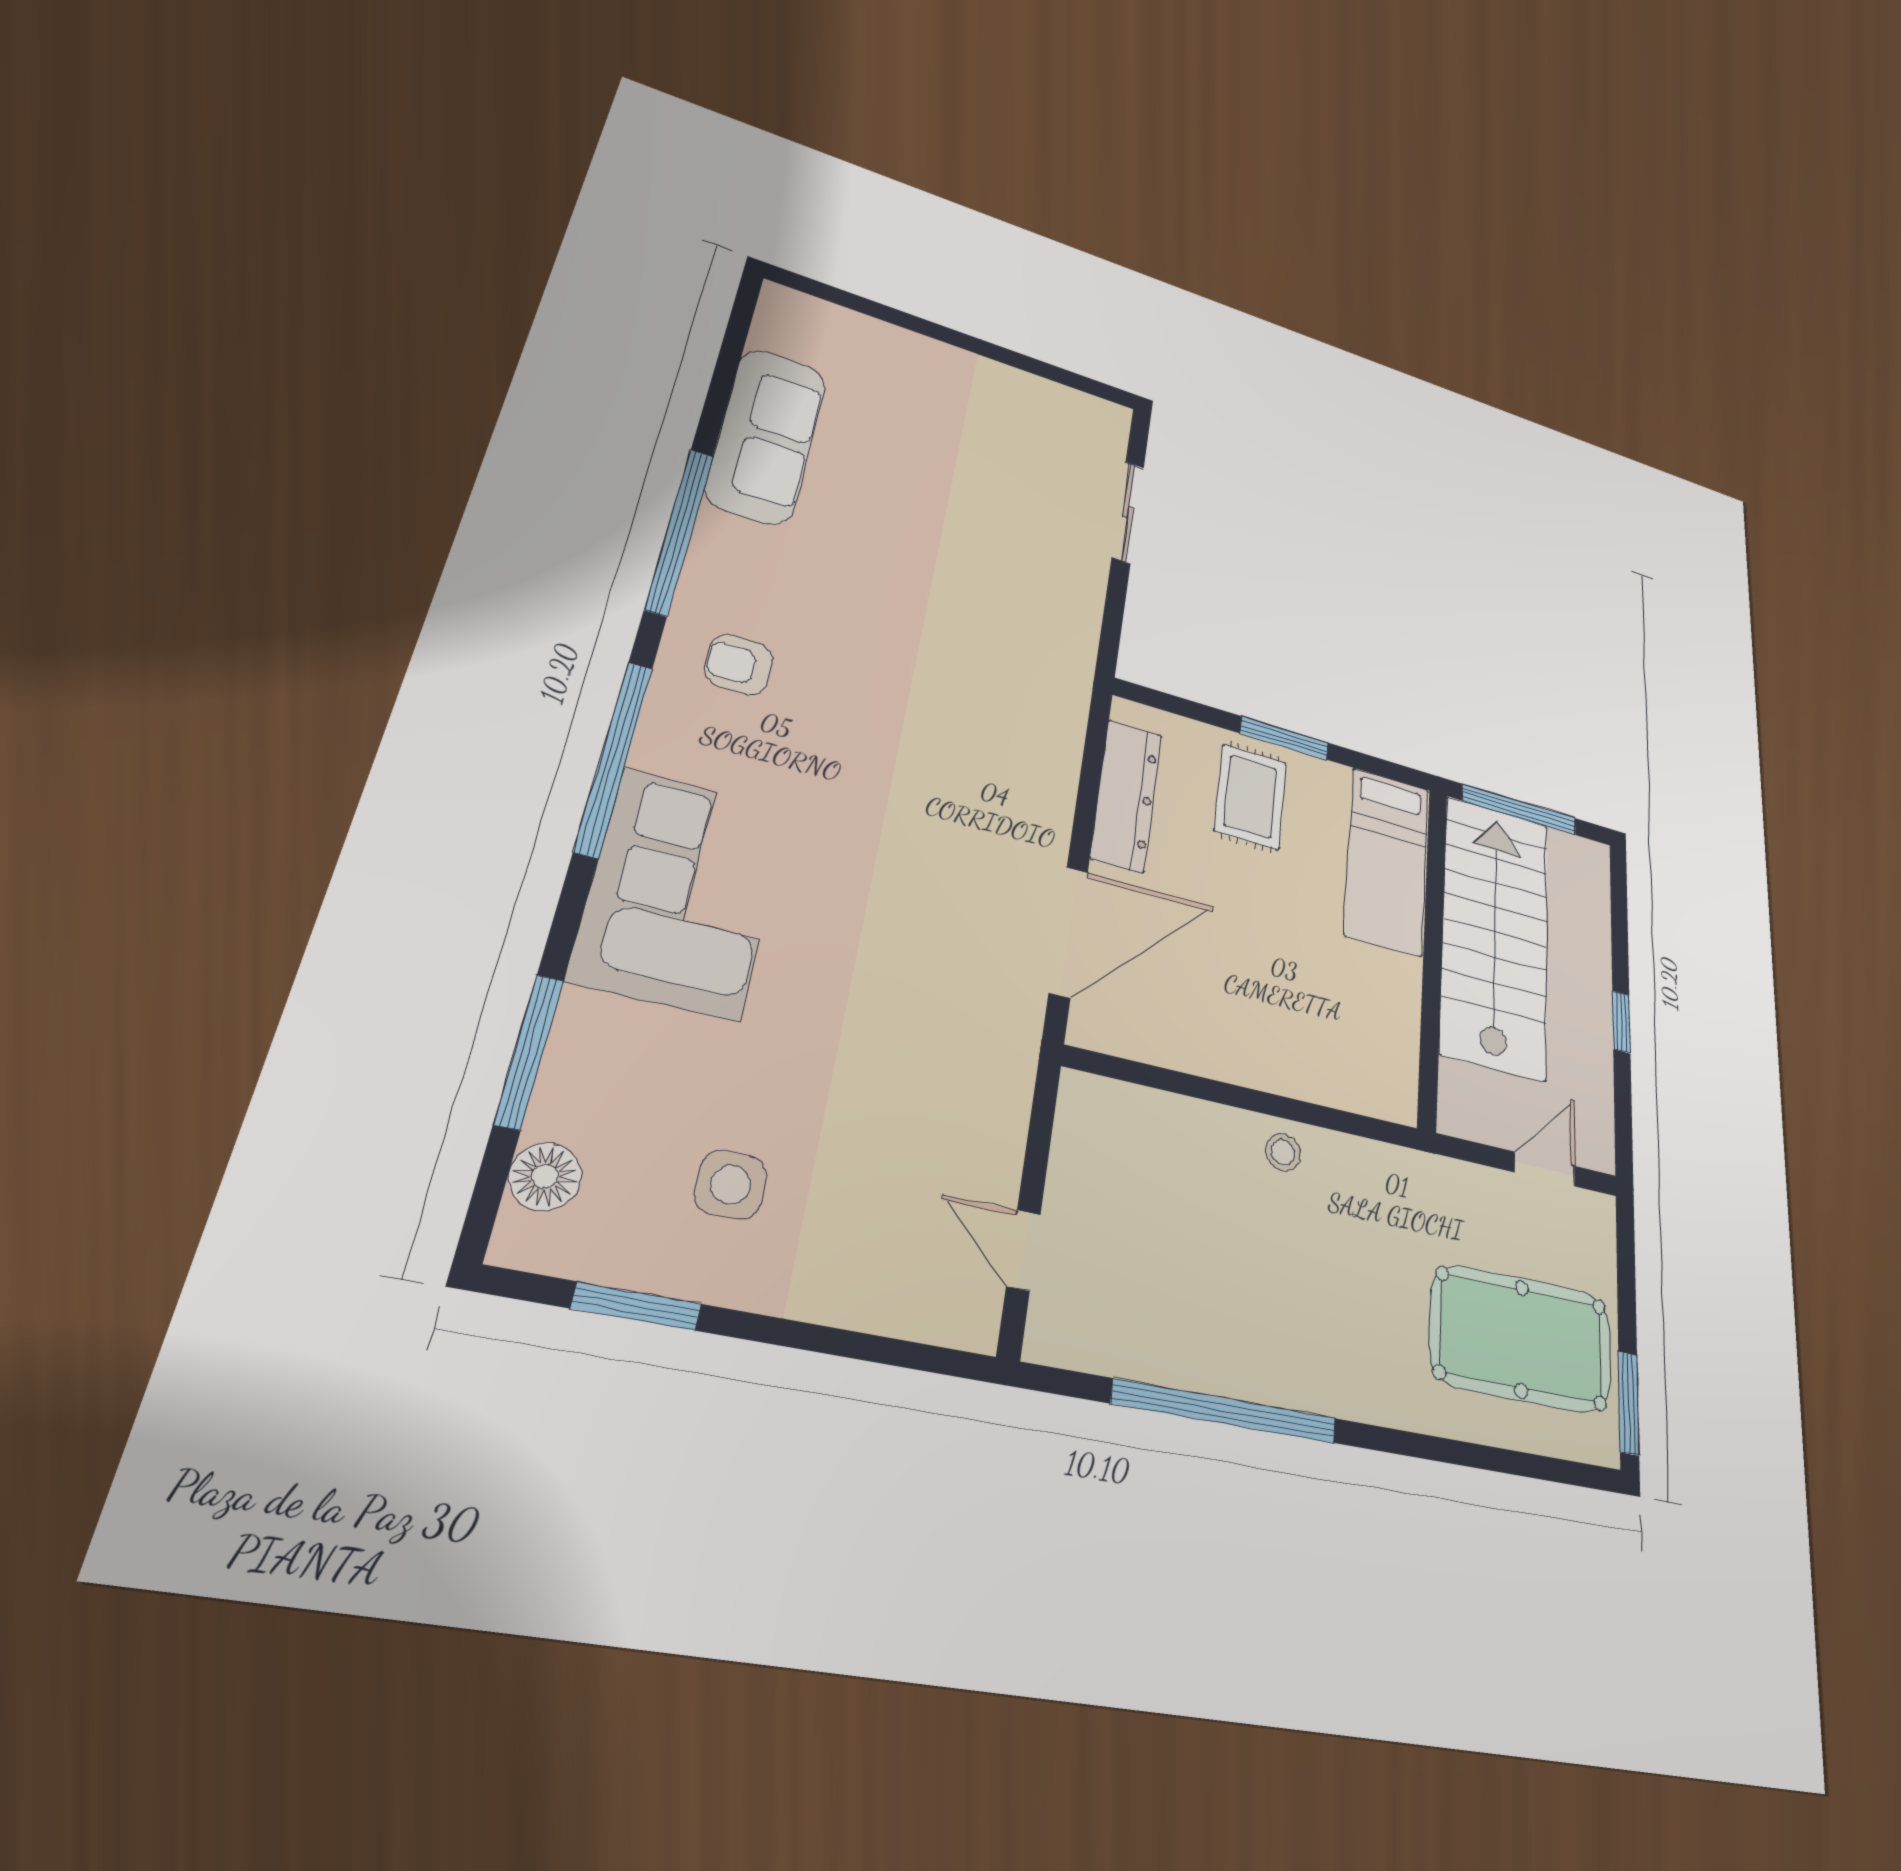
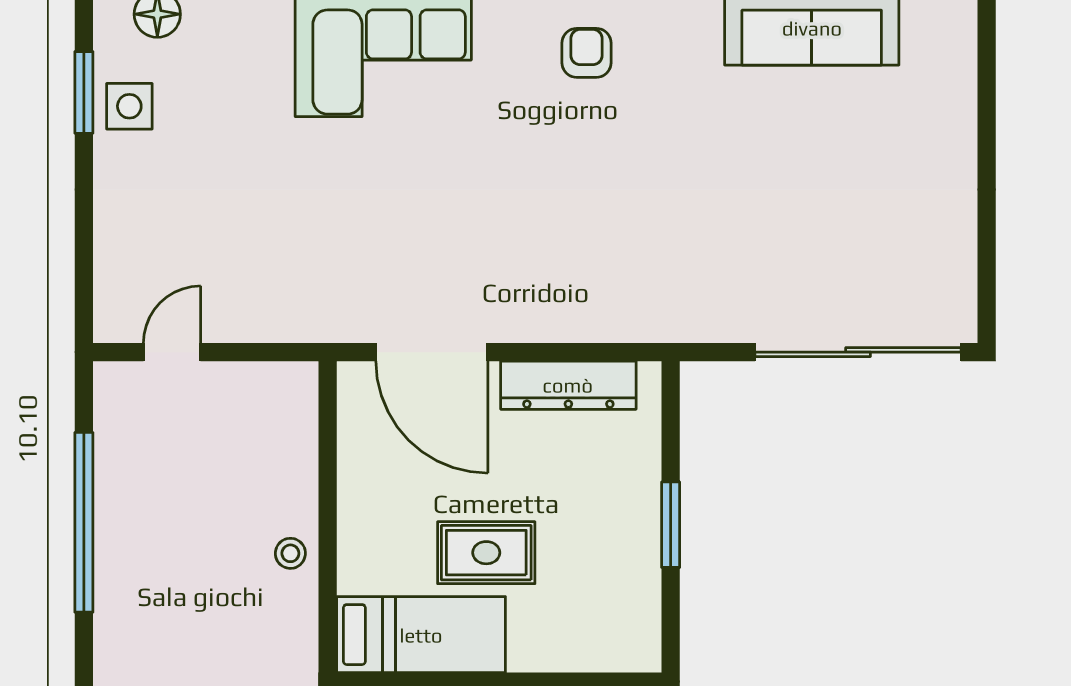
sliding door: (1128, 512) -> (858, 352), width x1.86
rug: (1250, 797) -> (486, 553), moved
bed: (1387, 861) -> (421, 635), moved, turned 180
side table: (730, 1185) -> (129, 106), moved

